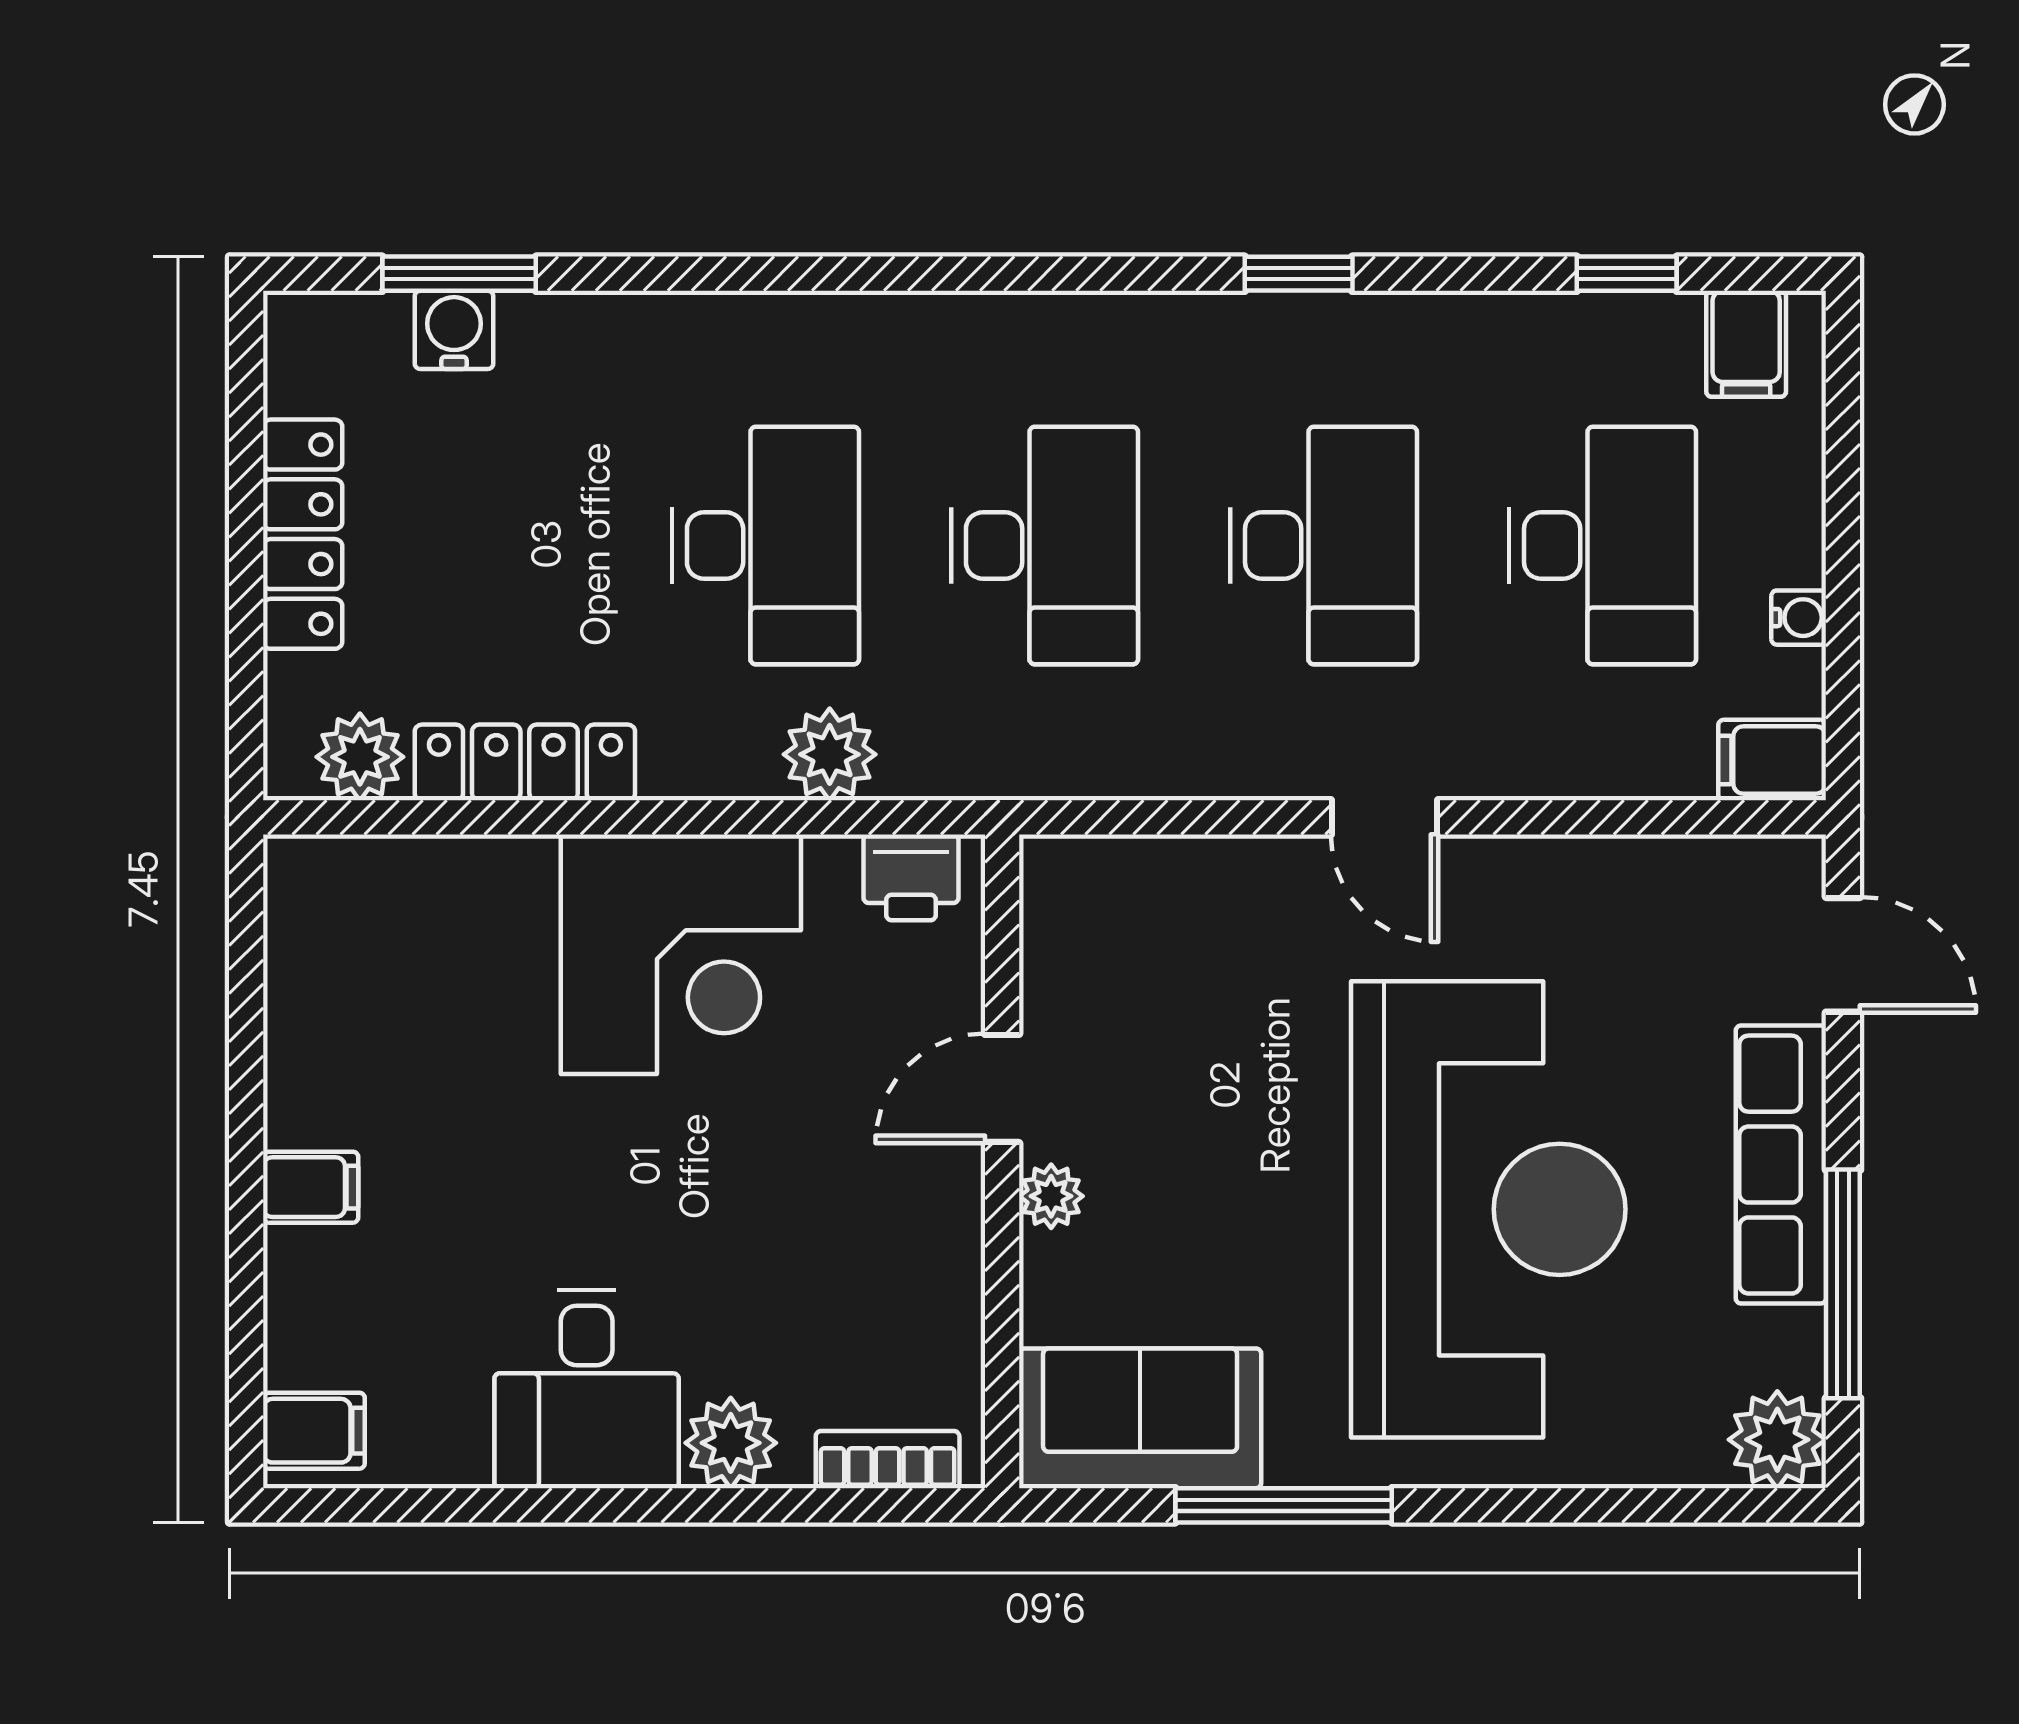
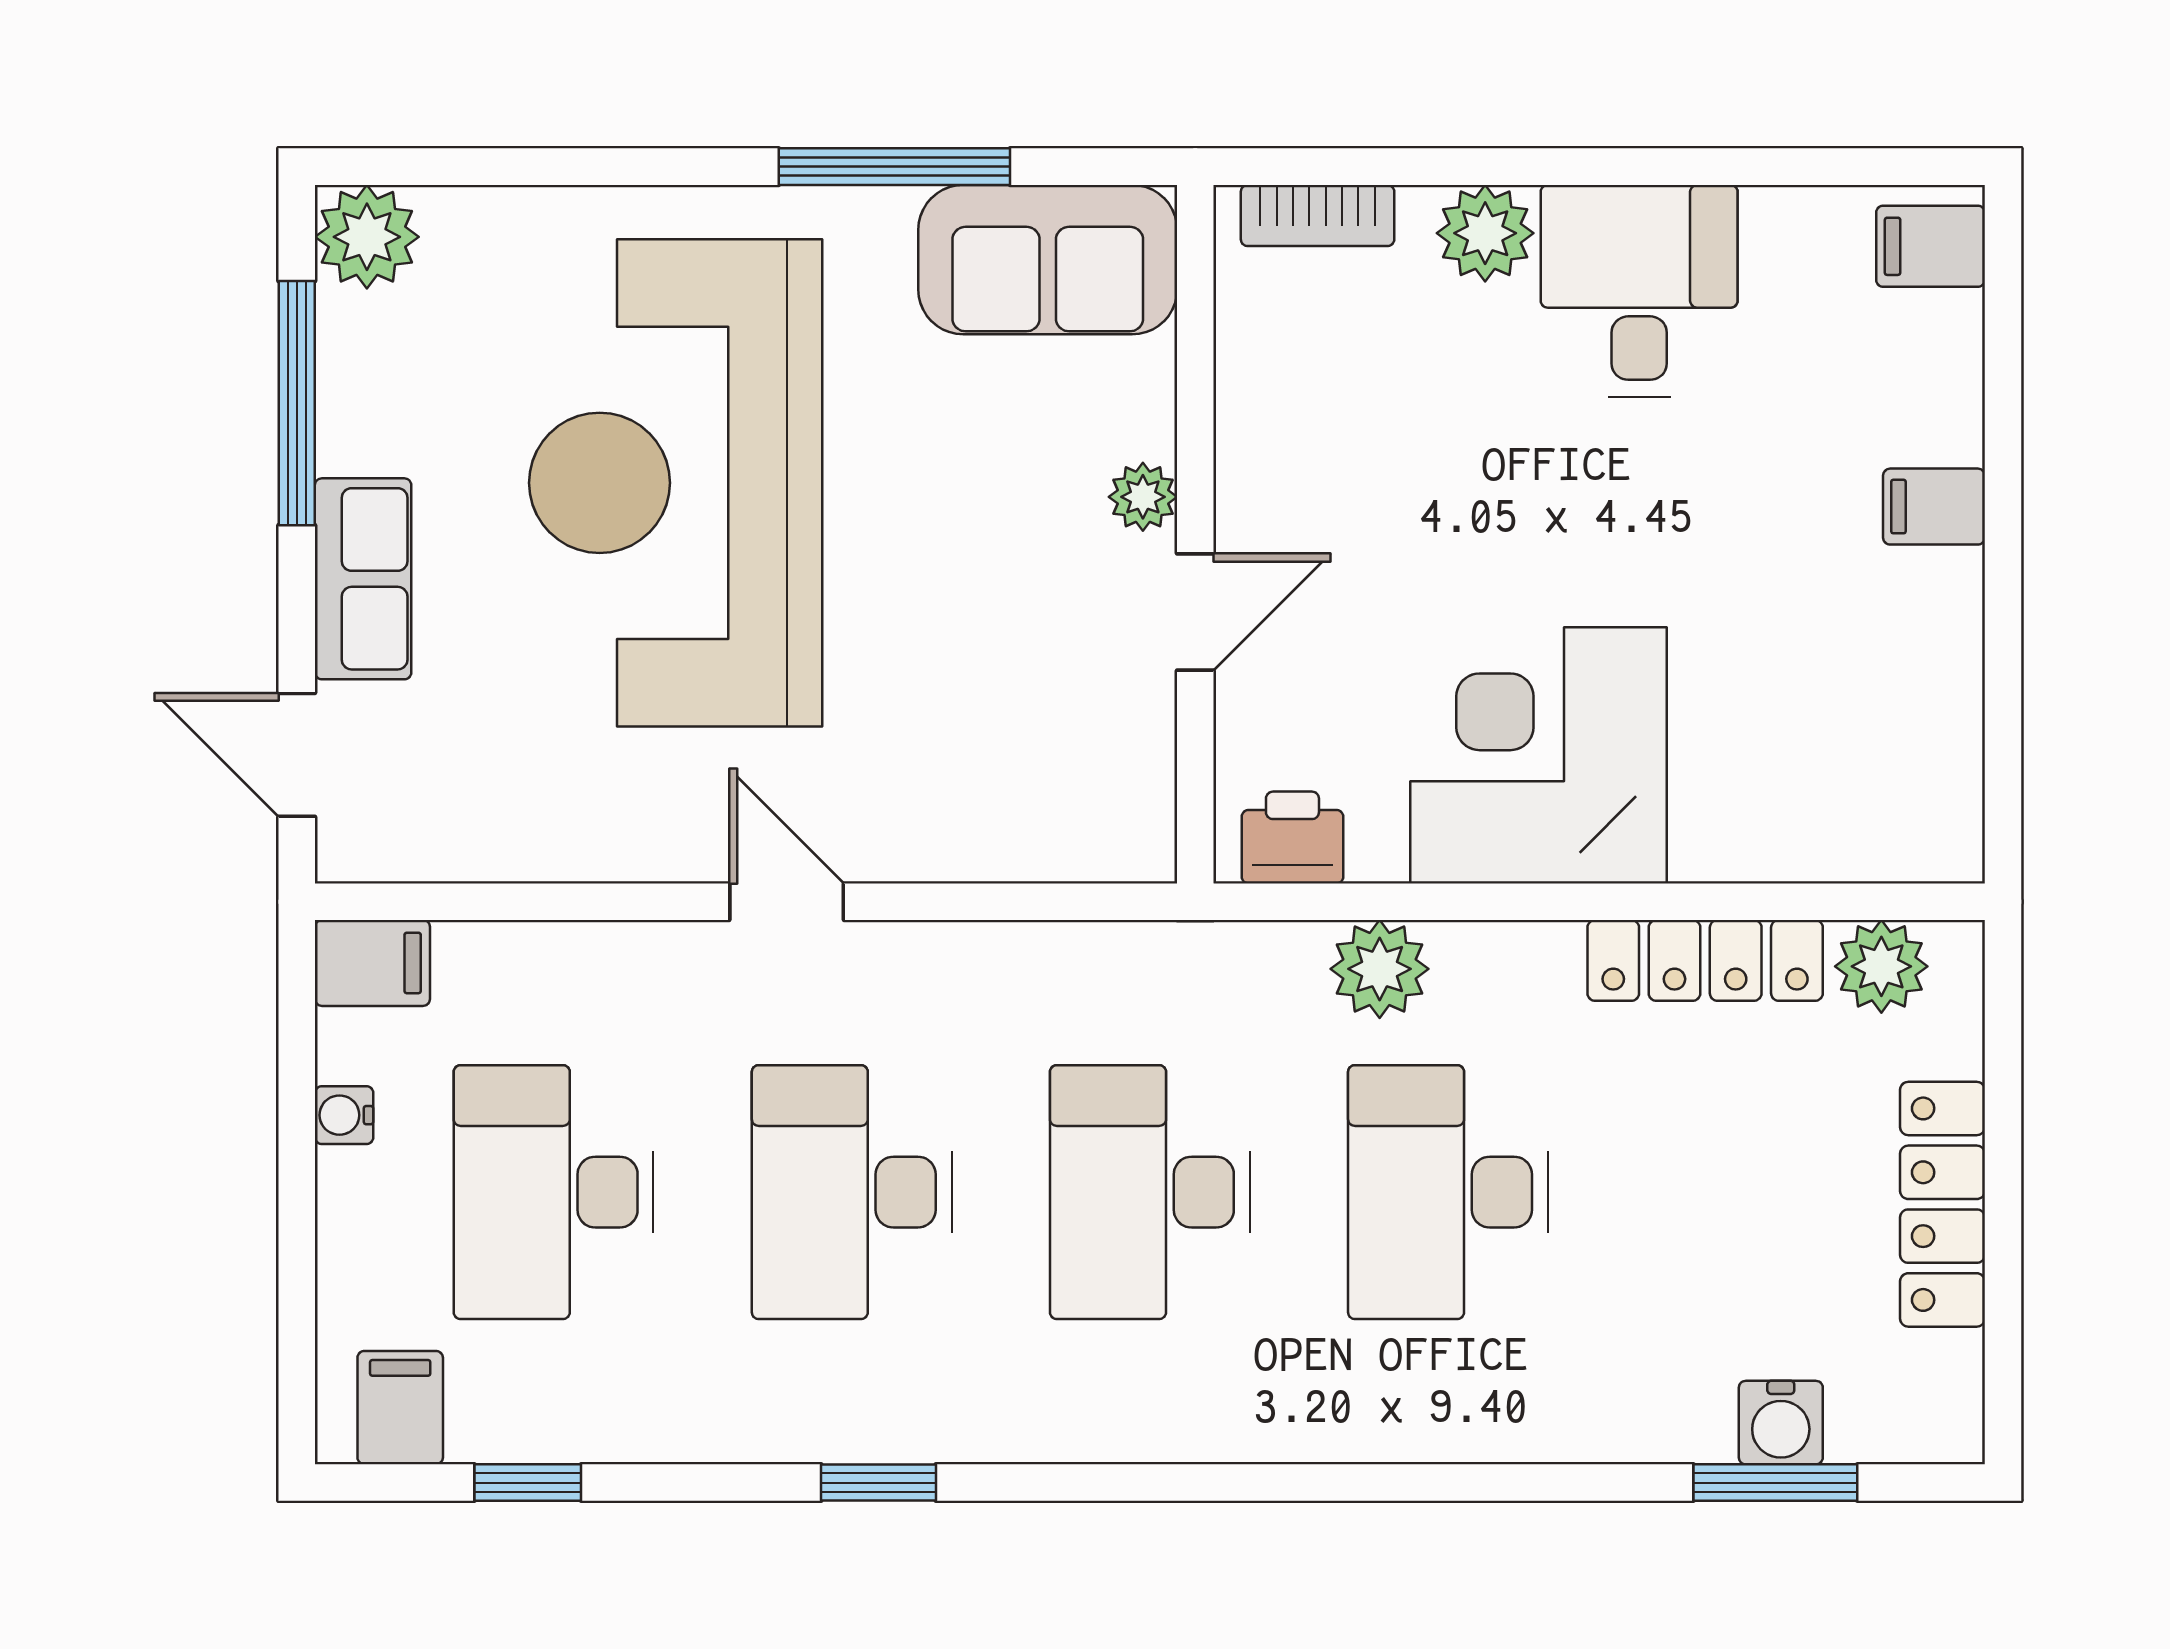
row of seats: (1781, 1165) -> (363, 579), width x0.68

